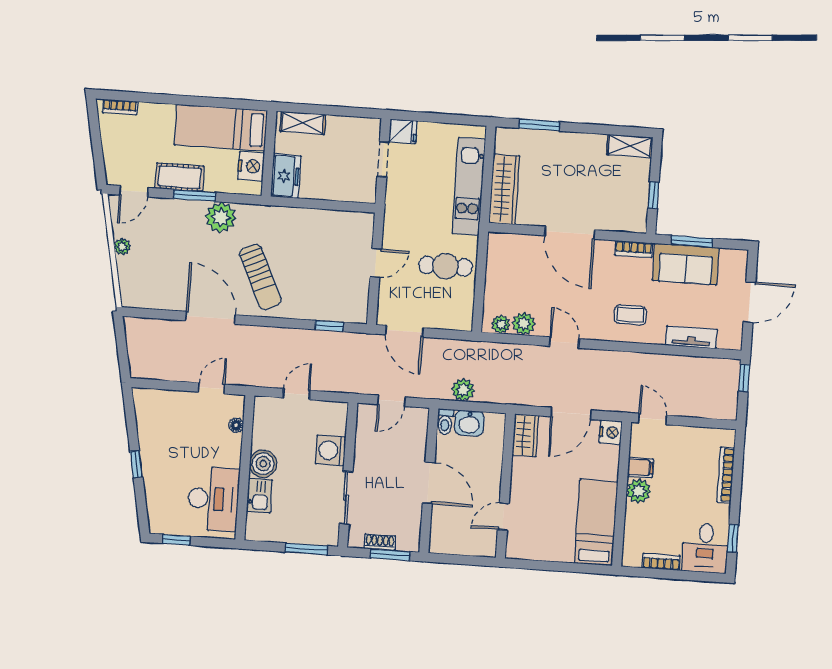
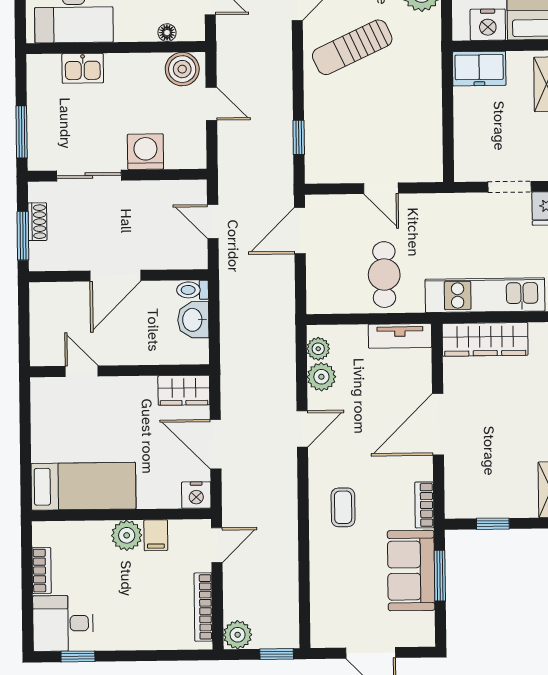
tv unit: (691, 337) -> (400, 336), moved, turned 90
plant: (463, 390) -> (238, 635), moved
boiler: (263, 464) -> (182, 69), moved
bookcase: (726, 475) -> (203, 607), moved, turned -90

